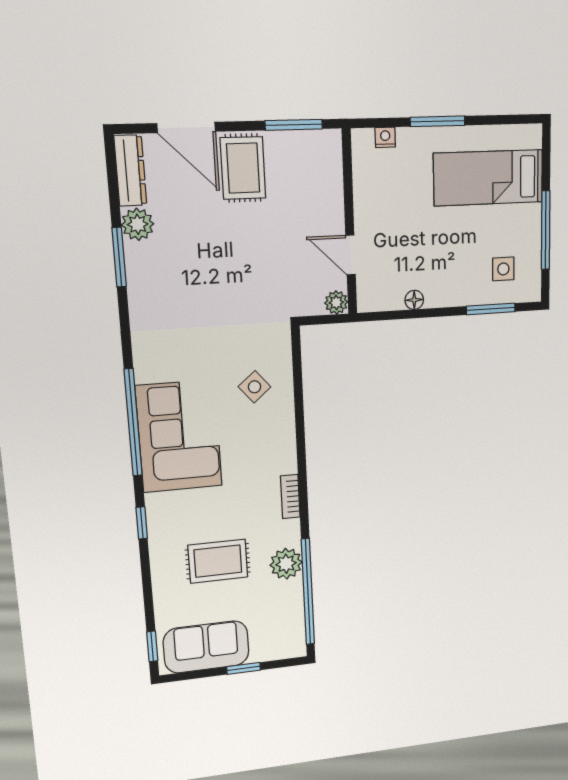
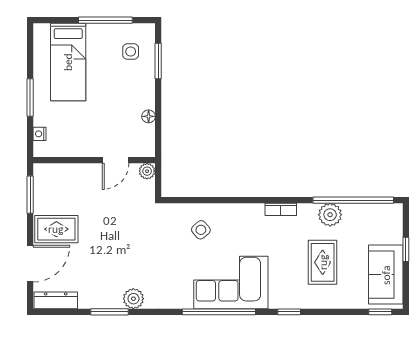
plant: (138, 224) -> (133, 299), moved

